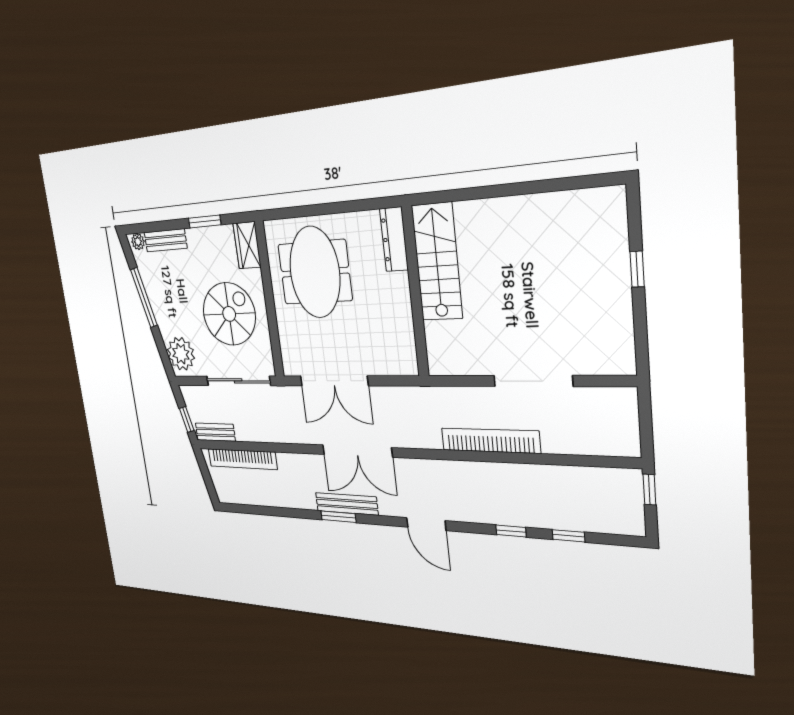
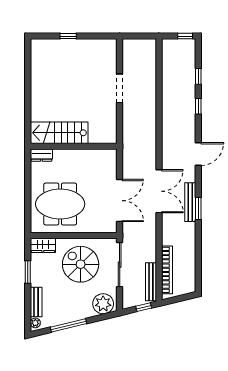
dresser: (394, 239) -> (41, 155), width x0.70
doorway: (533, 381) -> (120, 88), width x0.73
bench: (215, 432) -> (151, 282), width x1.36
bookcase: (490, 441) -> (150, 113), removed
window: (649, 490) -> (185, 36), moved

